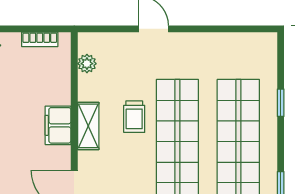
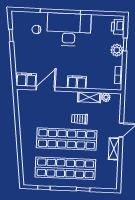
shelving: (193, 43) -> (114, 149), added
shelving: (88, 126) -> (89, 97), moved

